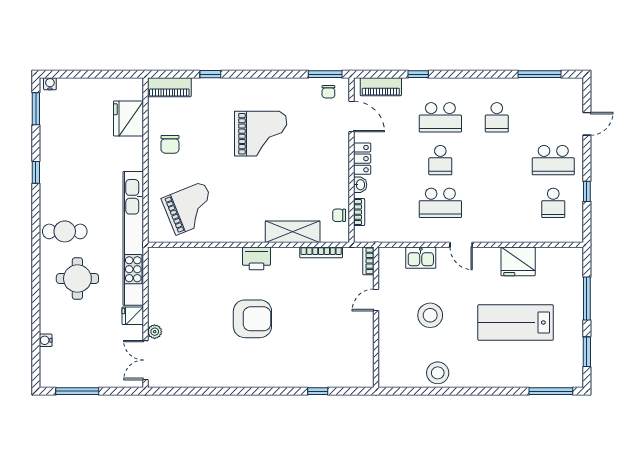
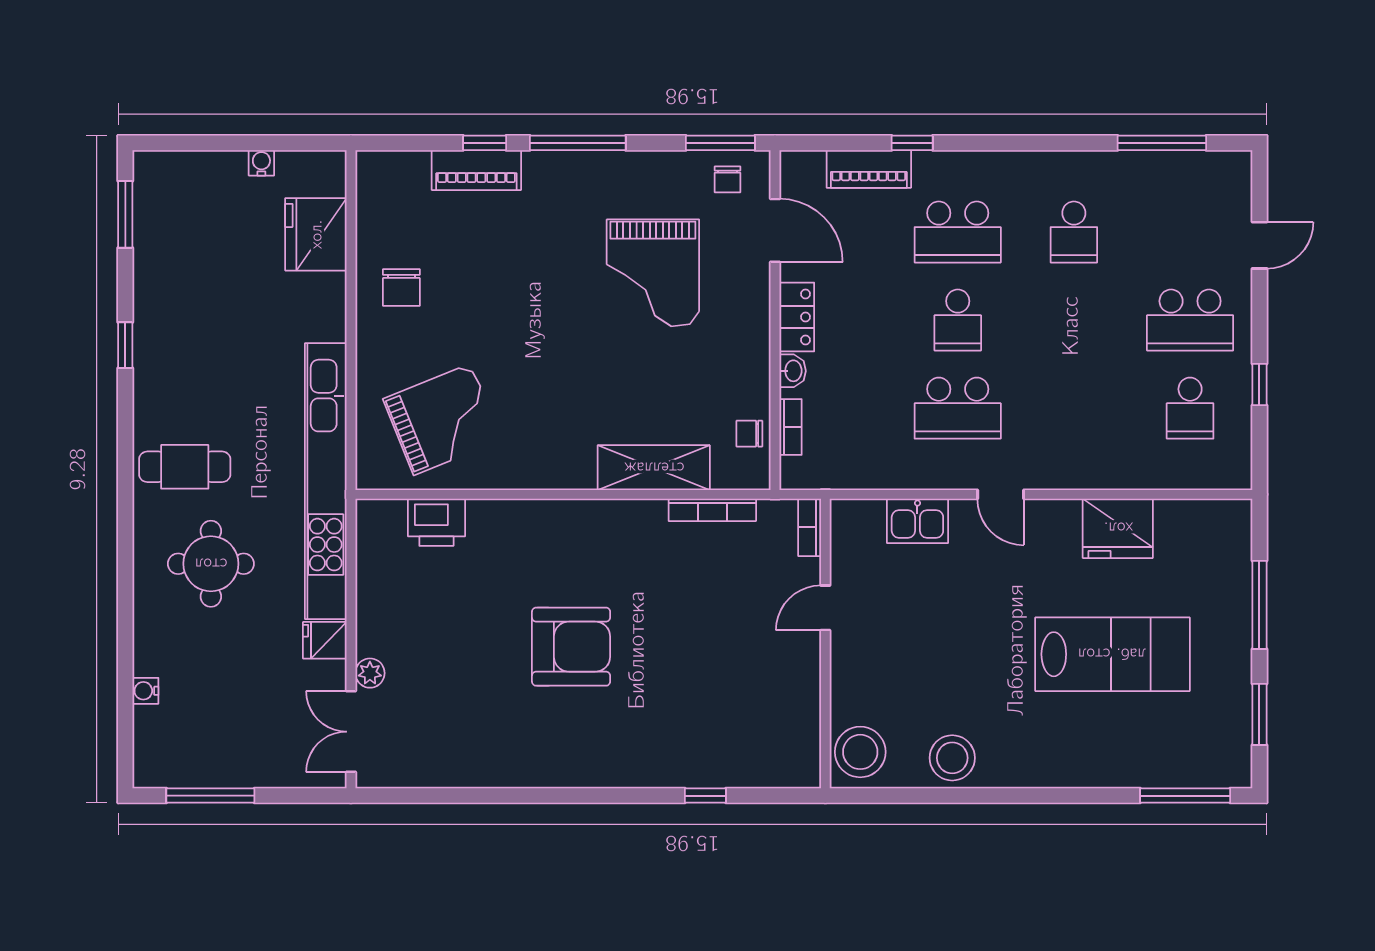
window: (256, 74) -> (578, 143), added
water cooler: (50, 84) -> (261, 163), moved
piano: (169, 87) -> (476, 170), moved
piano: (381, 87) -> (869, 169), moved
grand piano: (261, 134) -> (653, 273), moved, turned 90
printer: (256, 258) -> (436, 522), moved
stool: (430, 315) -> (860, 752), moved
lab bench: (516, 323) -> (1112, 654), turned 180

